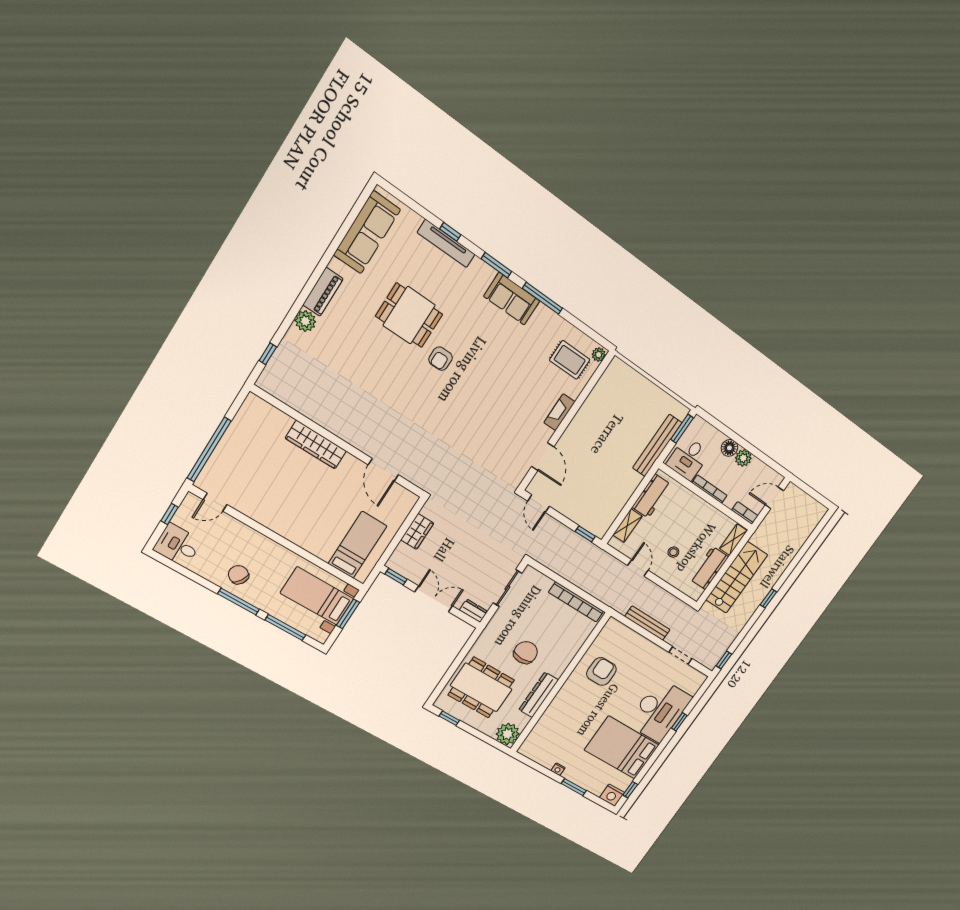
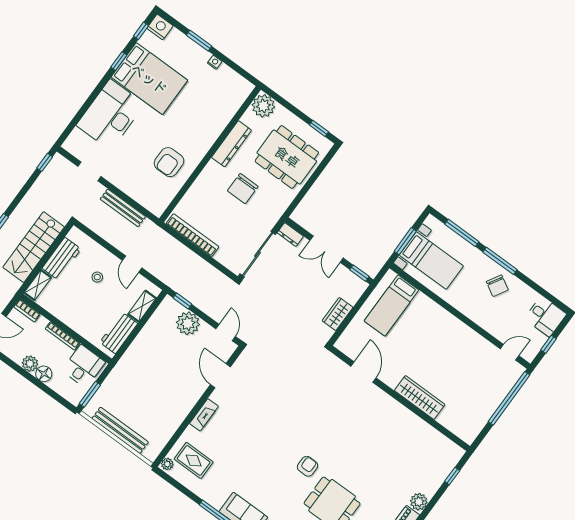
bench: (657, 445) -> (120, 430), moved, turned 90
plant: (579, 511) -> (188, 323), added
sliding door: (507, 588) -> (258, 254), width x1.37
window: (679, 722) -> (119, 61), moved

